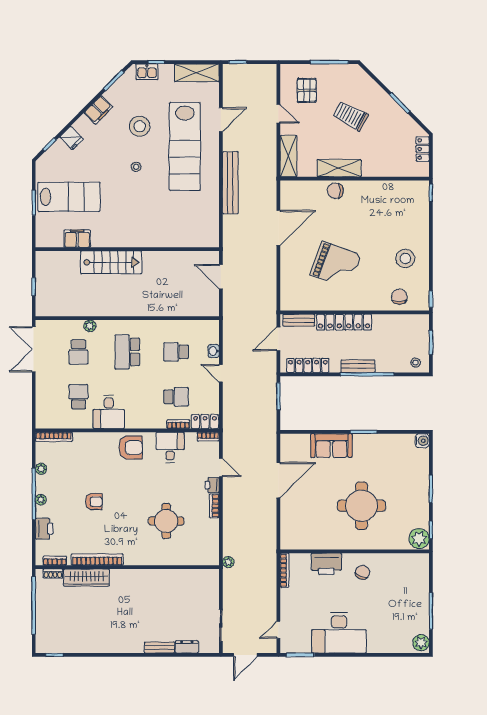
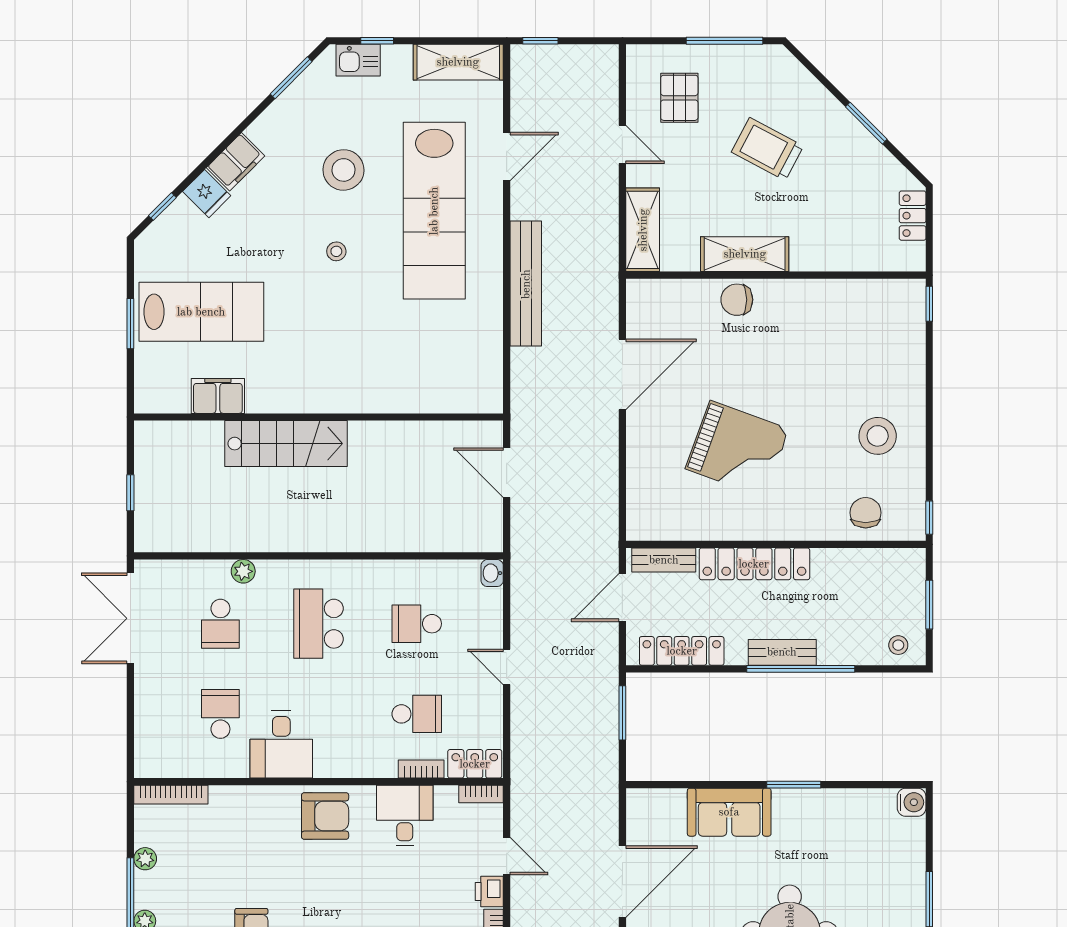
filing cabinet: (98, 110) -> (235, 162), moved
washbasin: (214, 351) -> (492, 573), moved

